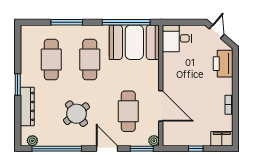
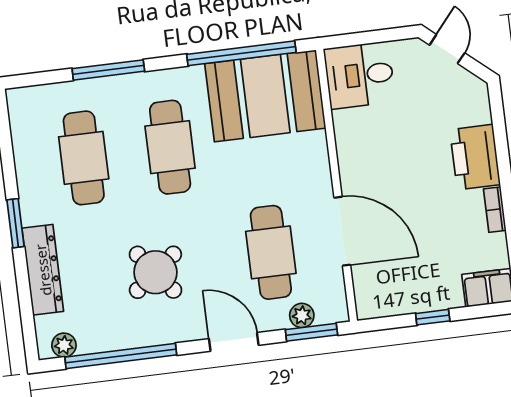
printer: (223, 64) -> (475, 157), moved
plant: (154, 141) -> (302, 315), moved

